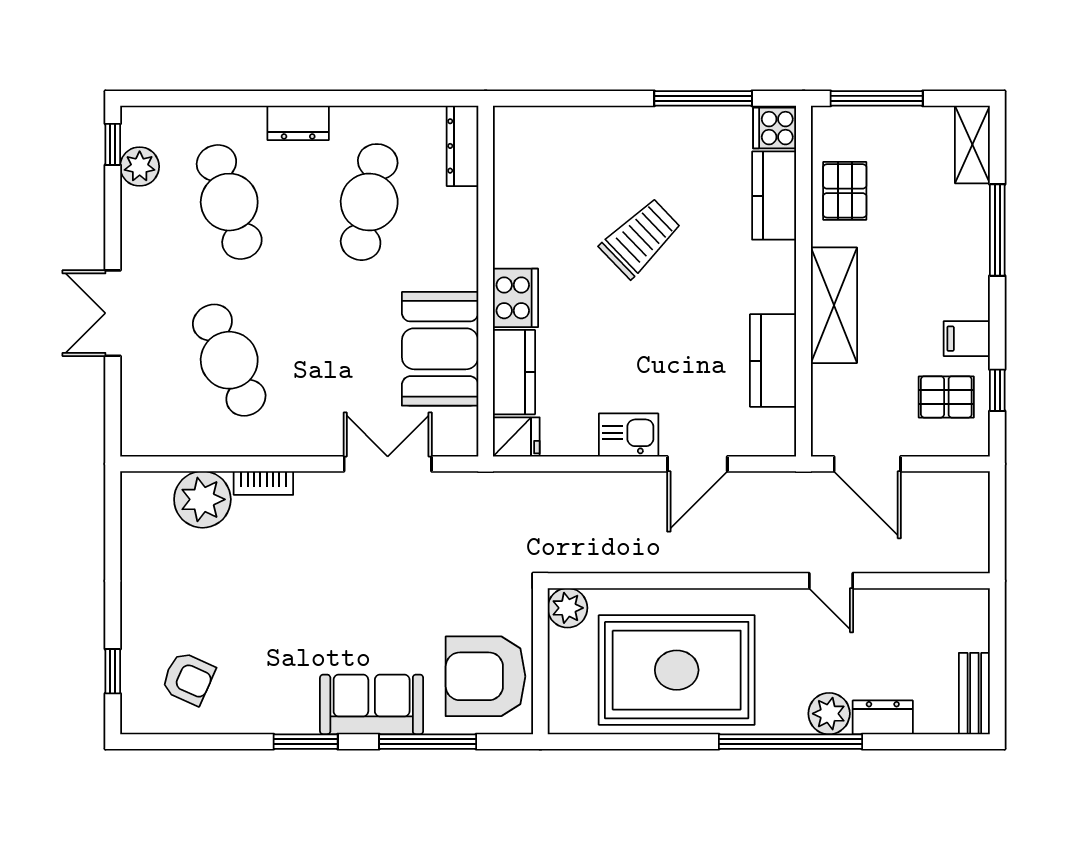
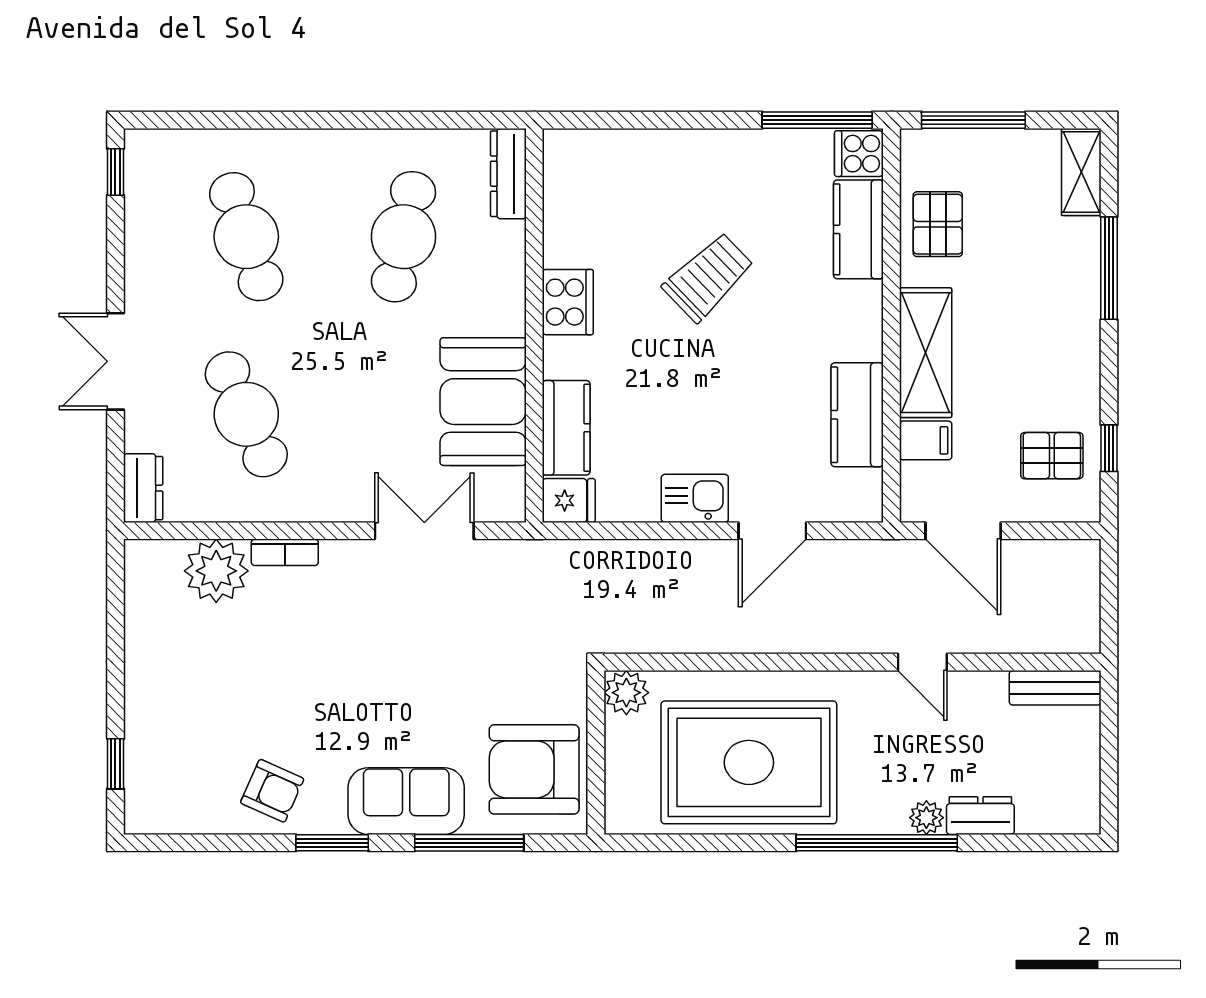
window: (703, 98) -> (817, 120), moved
dresser: (298, 123) -> (143, 488), moved, turned -90
plant: (140, 167) -> (146, 197), removed
cooker: (515, 298) -> (568, 302), moved
filing cabinet: (967, 339) -> (926, 440), moved, turned 180
armchair: (188, 678) -> (272, 791), moved
bench: (974, 694) -> (1055, 688), moved, turned 90
plant: (829, 714) -> (926, 818), width x0.73, depth x0.73

